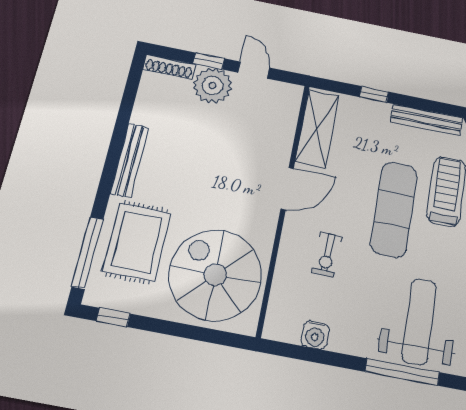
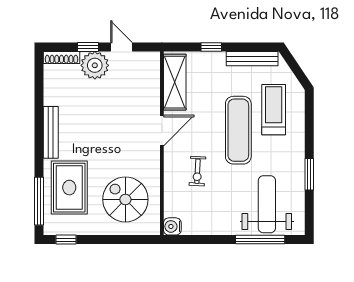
spiral stairs: (215, 275) -> (125, 199), width x0.73, depth x0.73
water cooler: (315, 335) -> (172, 226), moved, turned 90

